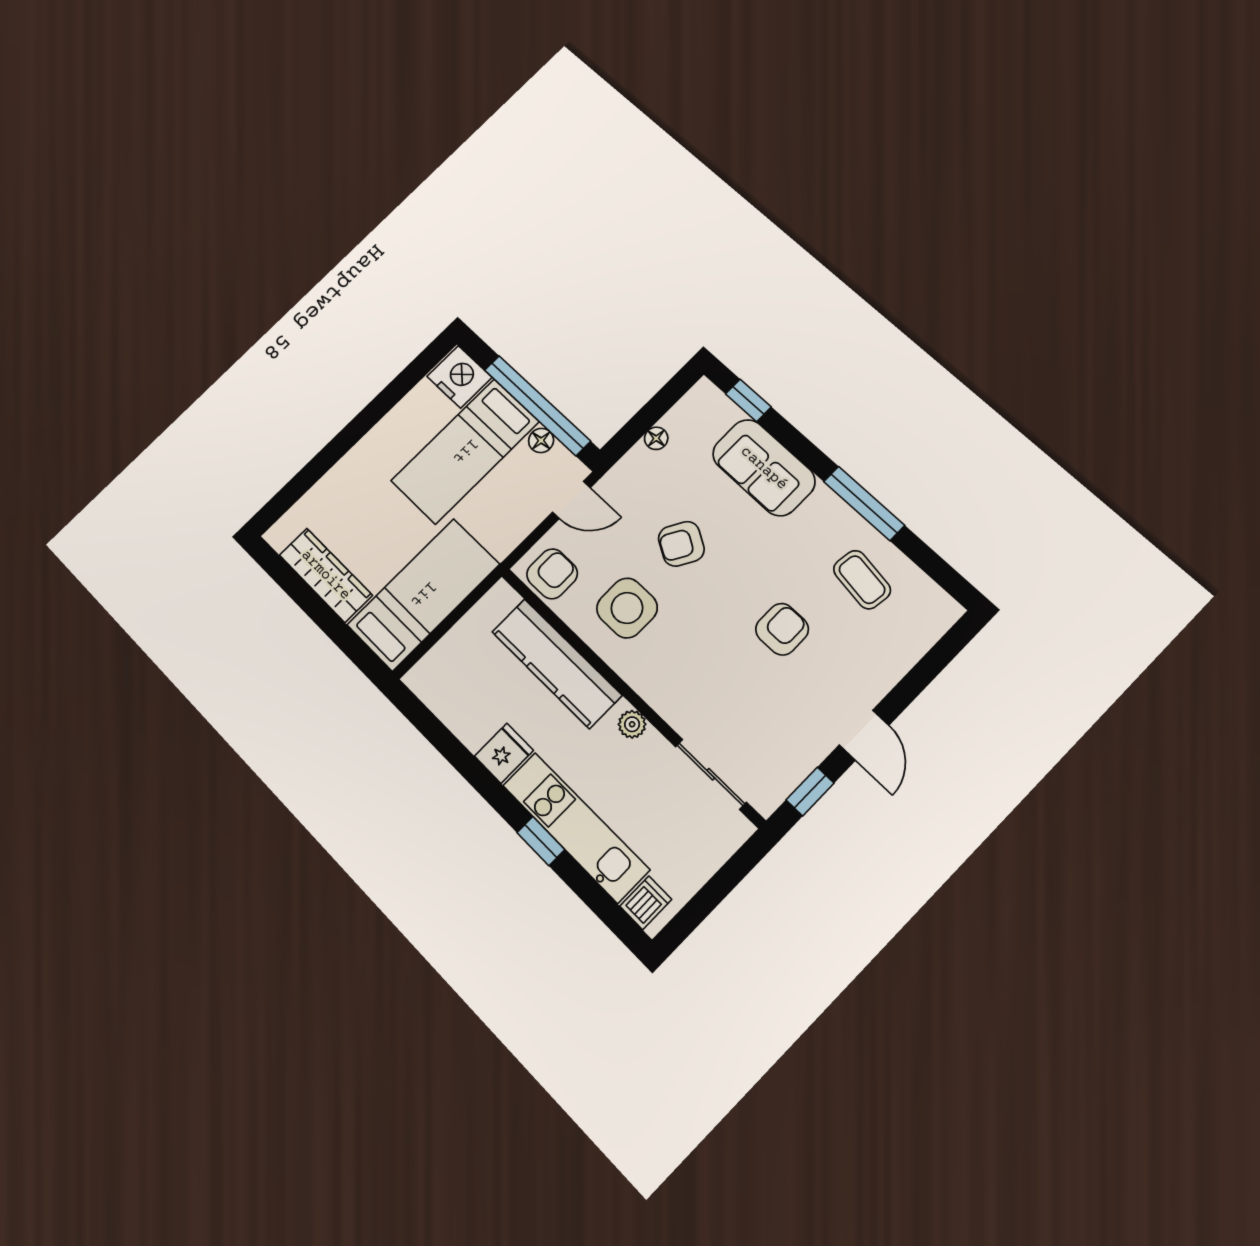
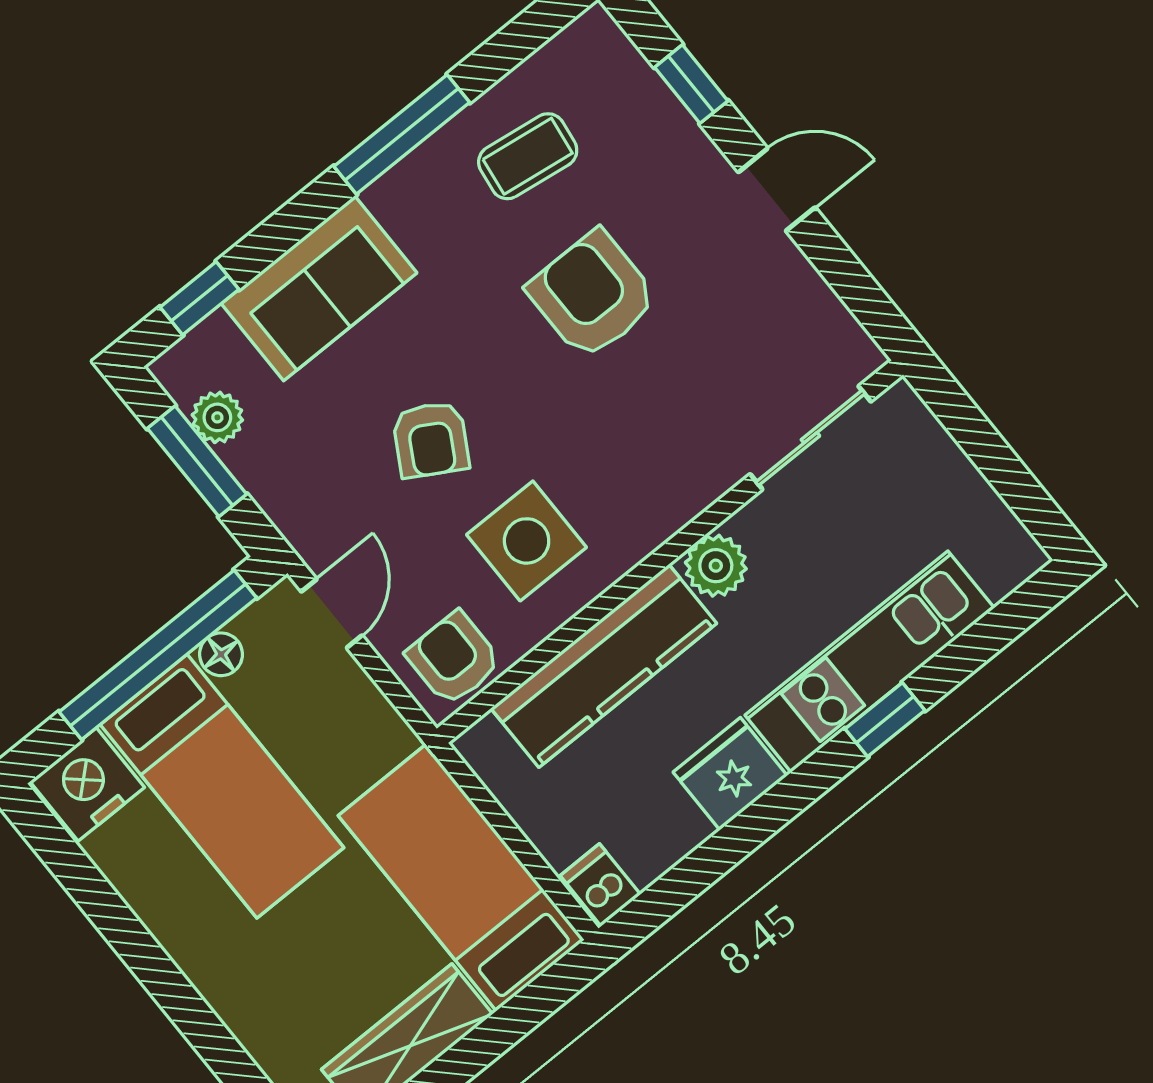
window: (652, 412) -> (197, 461), added
plant: (679, 420) -> (217, 417), added
floor lamp: (656, 438) -> (244, 460), removed
armchair: (782, 629) -> (593, 295), width x1.38, depth x1.38
plant: (632, 724) -> (716, 566), width x1.38, depth x1.38
fridge: (504, 753) -> (730, 774), width x1.38
window: (810, 792) -> (691, 84), moved
dishwasher: (646, 903) -> (600, 885), moved

